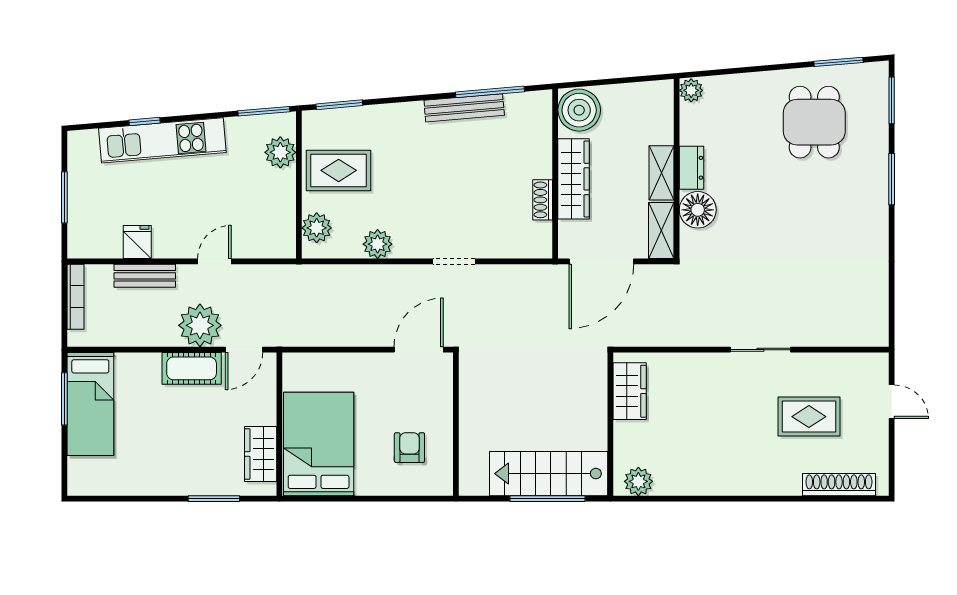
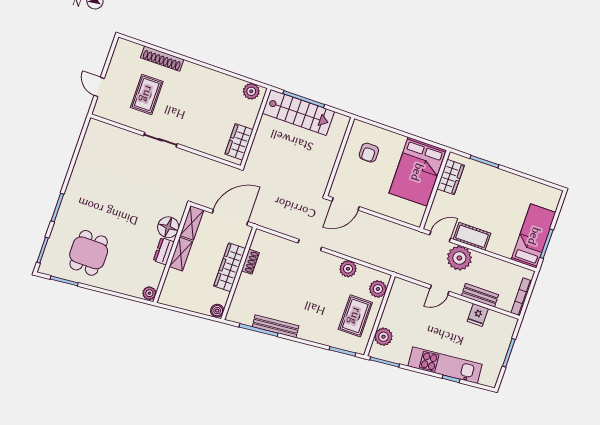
boiler: (579, 110) -> (217, 311), width x0.54, depth x0.54
rug: (339, 170) -> (355, 316), turned 90
rug: (809, 417) -> (147, 94), turned 90
shoe rack: (839, 485) -> (162, 59), moved

